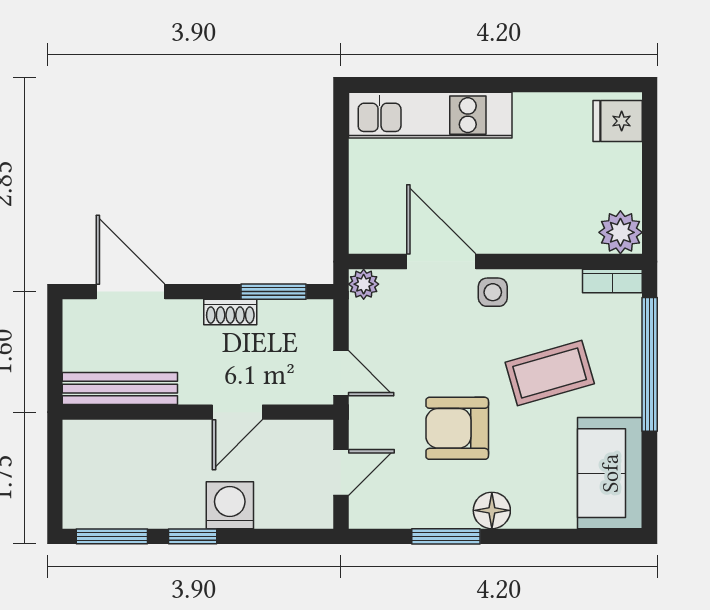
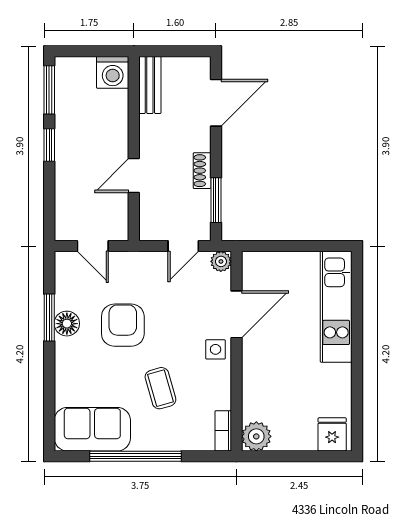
window: (650, 364) -> (136, 456), moved
door: (341, 373) -> (183, 246), moved
coffee table: (550, 373) -> (160, 388), width x0.73, depth x0.77
bench: (120, 389) -> (150, 85), width x0.73
door: (237, 412) -> (134, 175), hinge flipped
washing machine: (230, 505) -> (113, 72), moved, turned 90
floor lamp: (492, 510) -> (67, 324), moved

